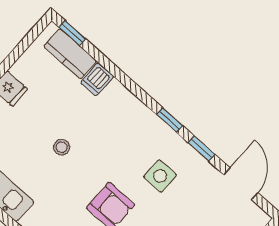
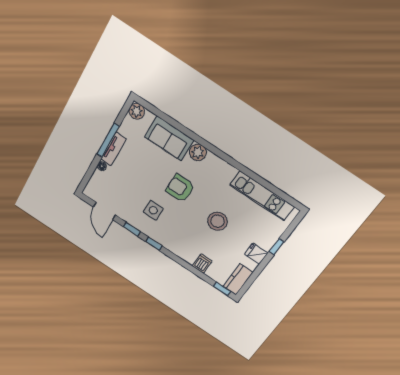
kitchen counter: (70, 54) -> (238, 279), moved, turned -90
stool: (62, 147) -> (217, 221), width x1.89, depth x1.89

